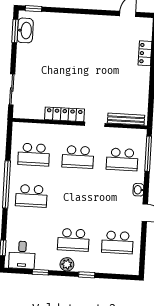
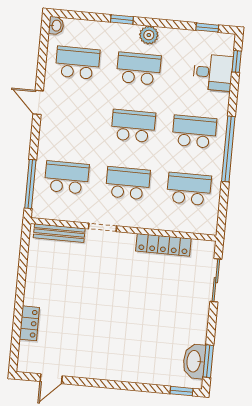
locker: (65, 114) -> (163, 245), moved
washbasin: (138, 190) -> (56, 26), moved
school desk: (76, 198) -> (133, 126), added
desk: (22, 255) -> (213, 72), moved, turned 90
window: (40, 272) -> (207, 28), moved

